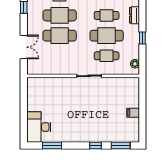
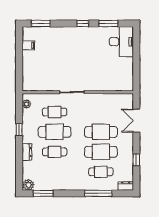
filing cabinet: (133, 113) -> (28, 45), moved
window: (96, 145) -> (83, 24), moved

